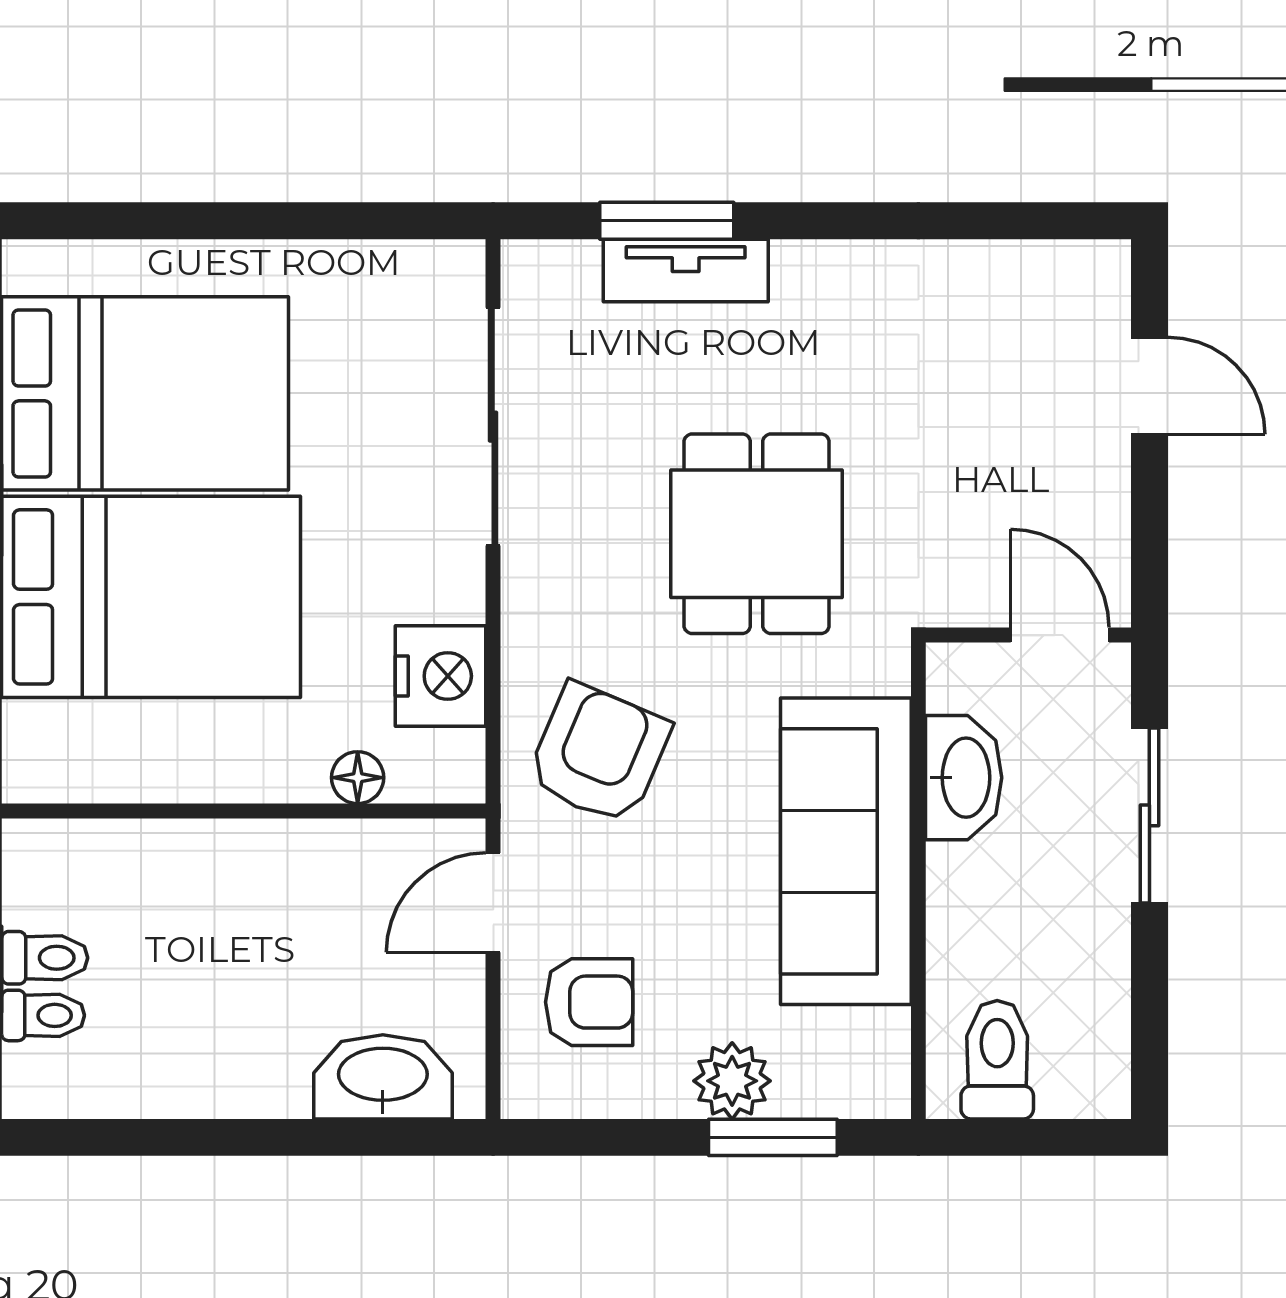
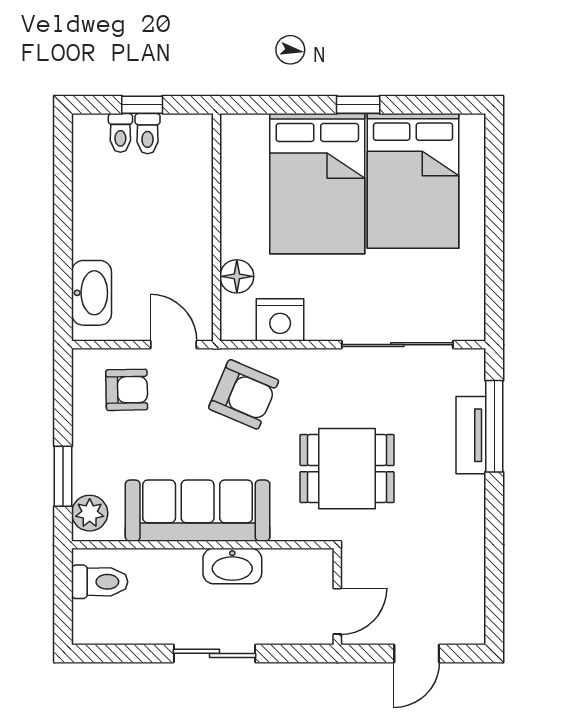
window: (667, 221) -> (494, 426), width x1.44
wall: (1028, 635) -> (337, 596), moved
door: (1060, 635) -> (337, 611), moved
floor lamp: (358, 778) -> (237, 276), width x1.37, depth x1.37
armchair: (589, 1002) -> (127, 390), turned -91
plant: (732, 1081) -> (90, 513), moved

